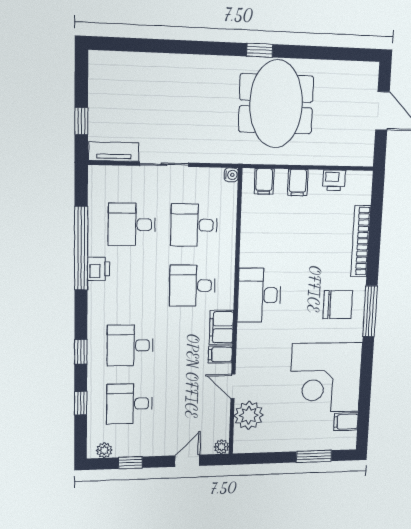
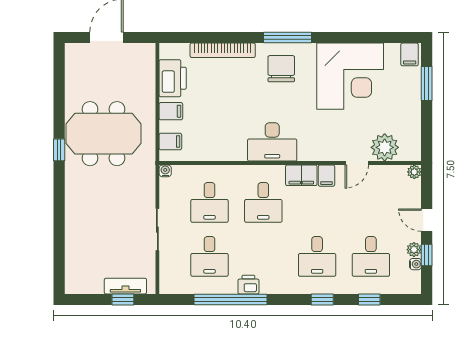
tv unit: (114, 152) -> (125, 286), moved, turned 90
printer: (334, 180) -> (173, 78), width x1.87, depth x1.48
filing cabinet: (346, 422) -> (410, 54), moved
plant: (104, 450) -> (414, 250), moved
water cooler: (120, 451) -> (415, 264), added
door: (187, 461) -> (427, 220), moved

